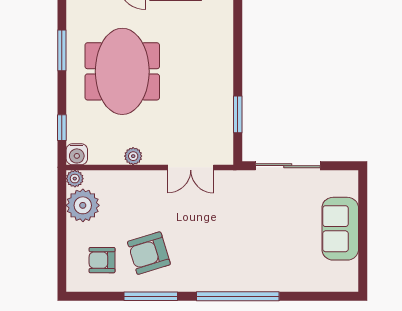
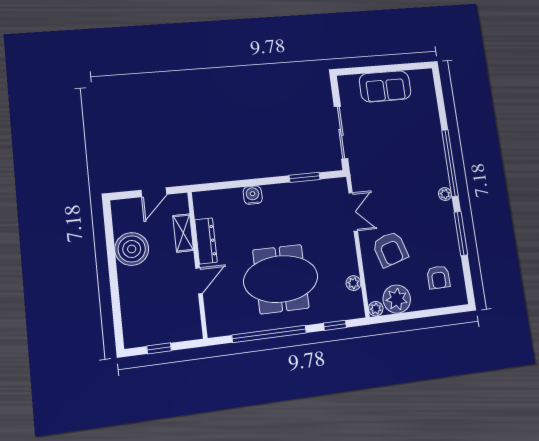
window: (62, 50) -> (269, 334), width x2.11
water cooler: (77, 154) -> (253, 195), moved, turned -90
plant: (133, 156) -> (353, 283), moved
armchair: (149, 253) -> (390, 249), moved
plant: (200, 284) -> (445, 194), added

